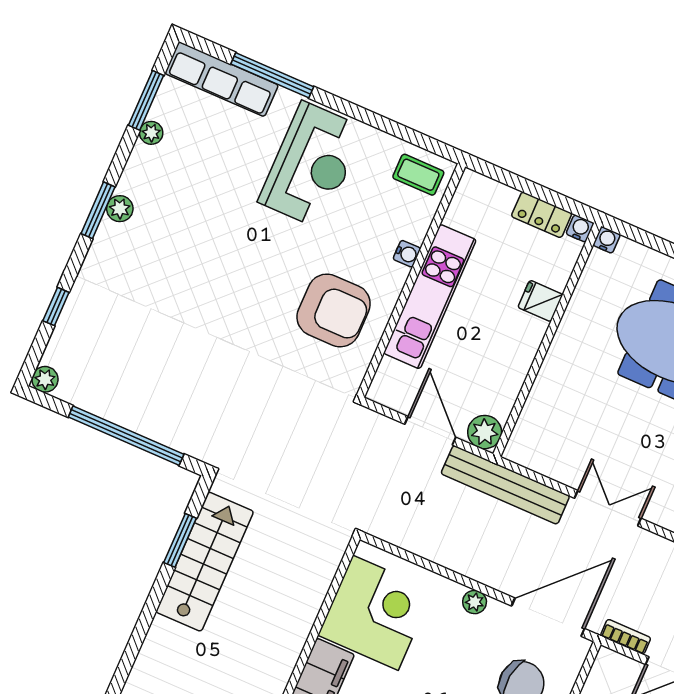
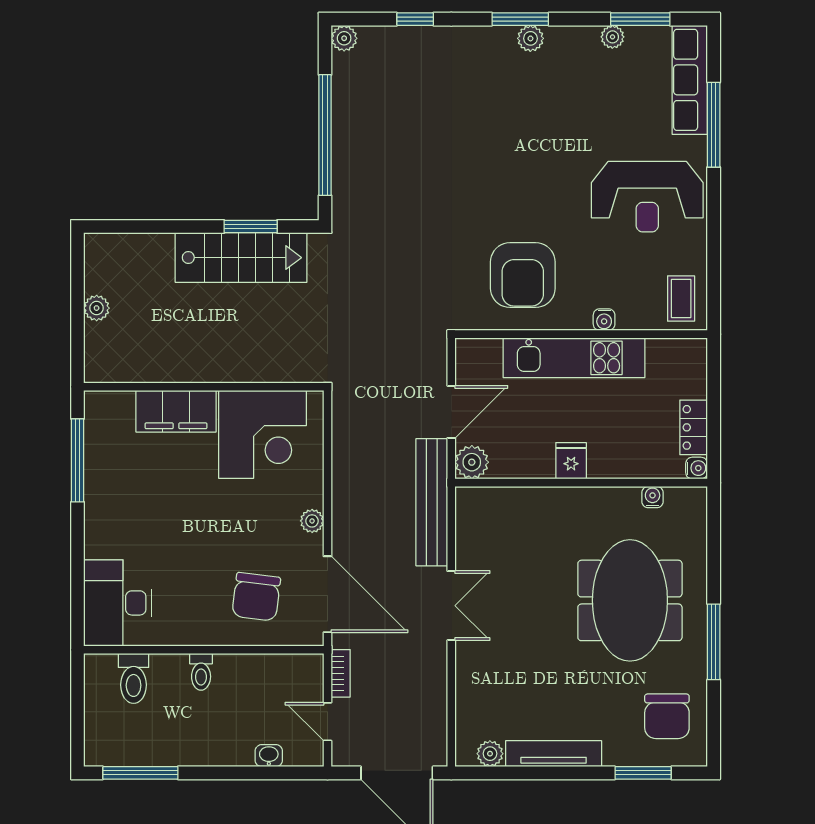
water cooler: (607, 240) -> (653, 497), moved, turned -90
fridge: (540, 301) -> (571, 461), moved

